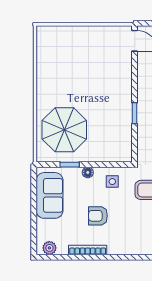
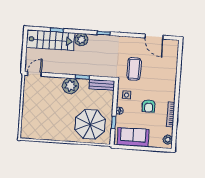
plant: (120, 96) -> (70, 86), added
bench: (125, 143) -> (102, 85), added

